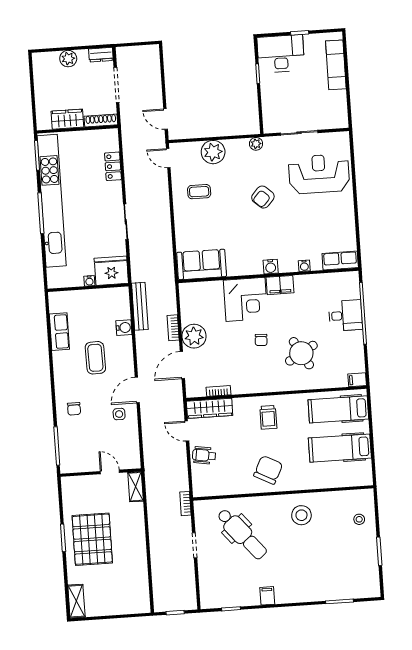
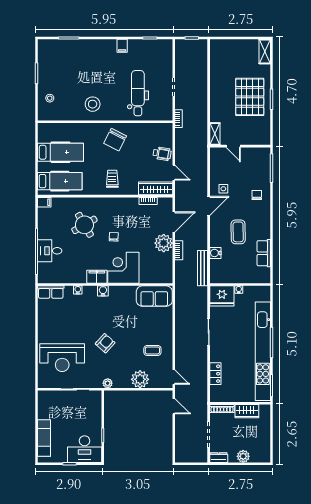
dental chair: (242, 534) -> (138, 93), turned 40

